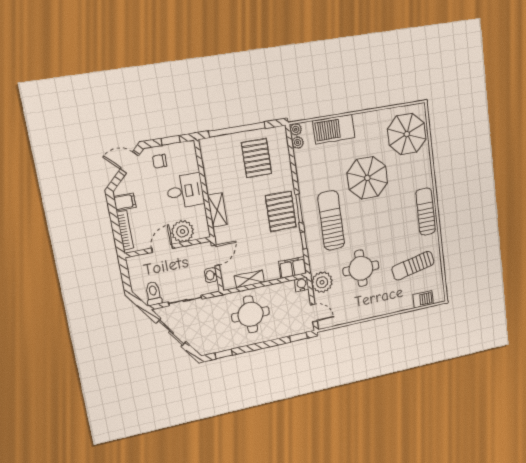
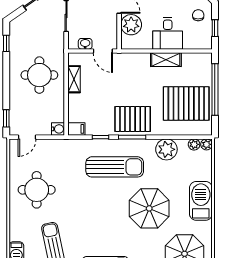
barbecue: (334, 129) -> (201, 201), moved
pallet: (257, 158) -> (186, 103), width x1.37, depth x1.41
shelving: (217, 210) -> (166, 60), moved
filing cabinet: (293, 268) -> (76, 129), width x0.50
round table: (361, 268) -> (37, 190), moved
plant: (322, 282) -> (166, 149), moved

